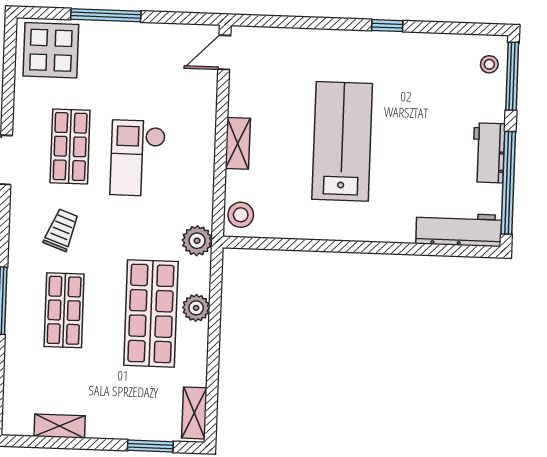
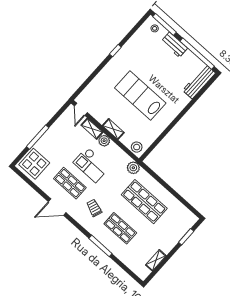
workbench: (489, 153) -> (174, 45), moved
plant: (196, 308) -> (104, 141), moved
shelving: (194, 413) -> (92, 129), moved

